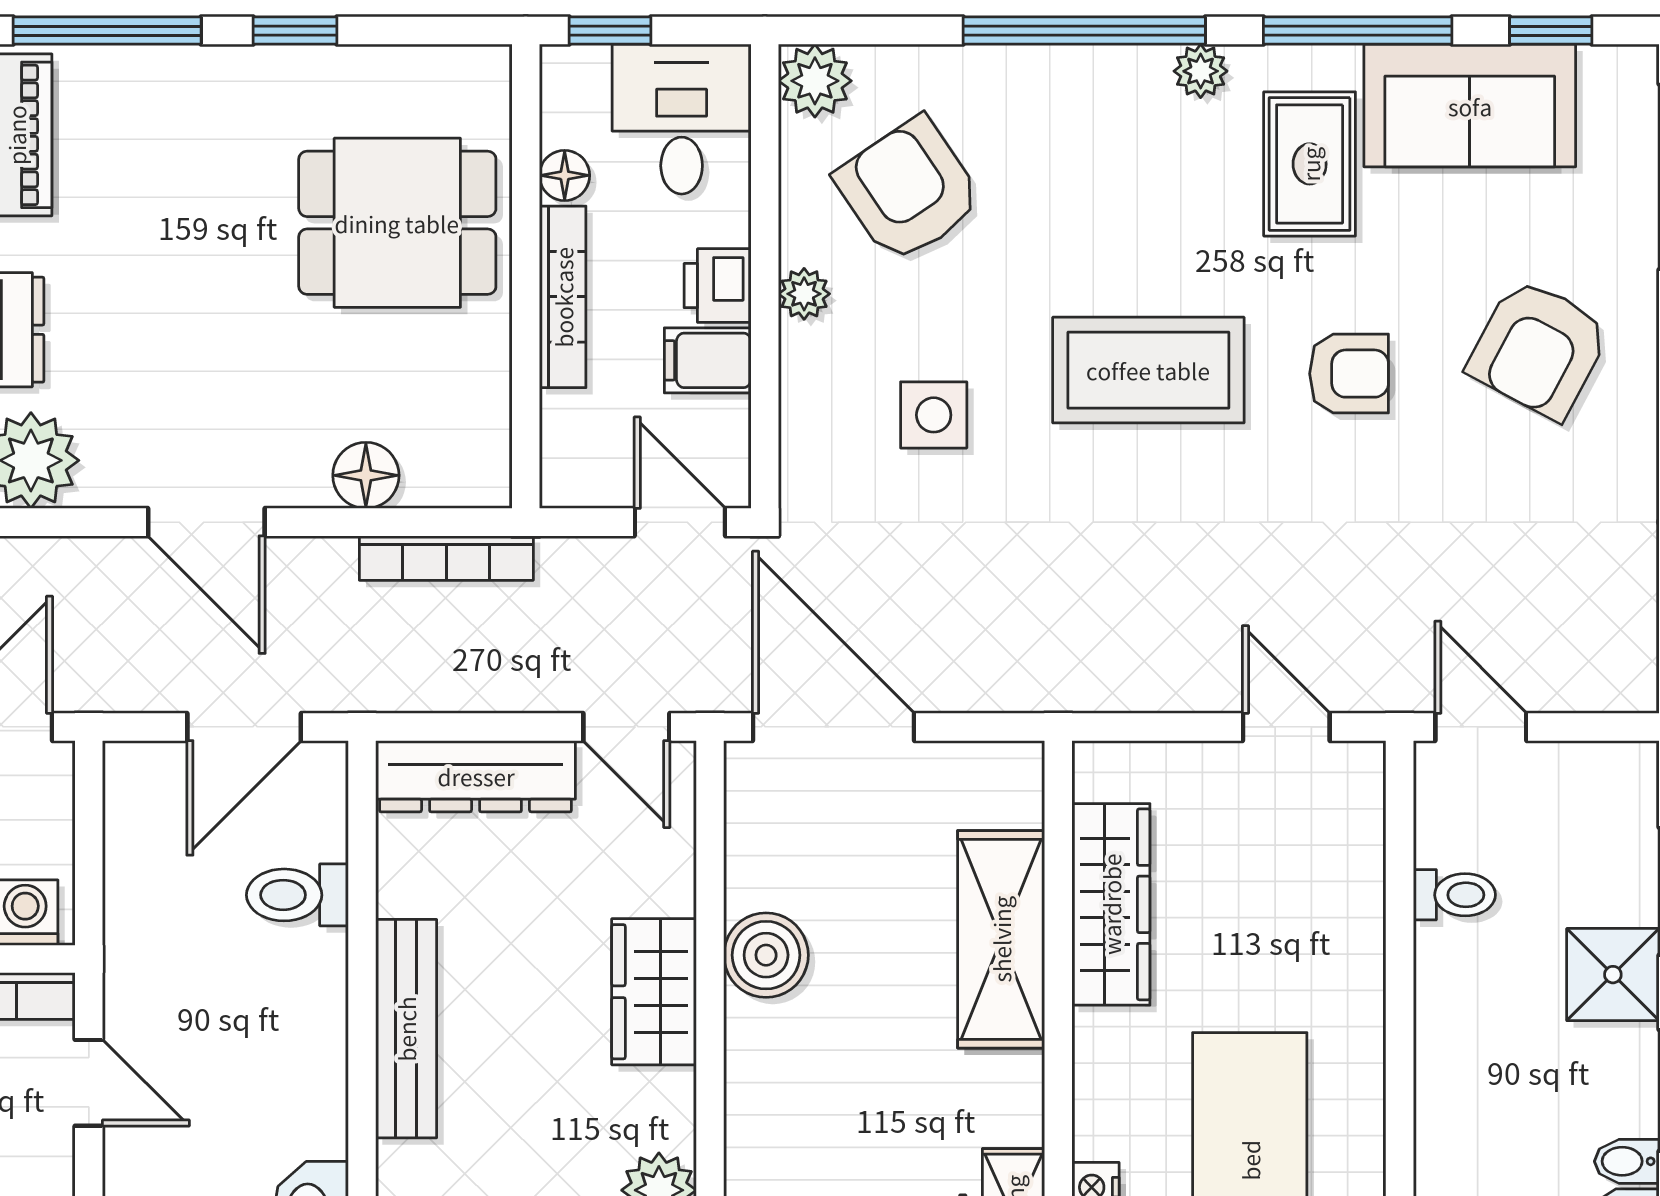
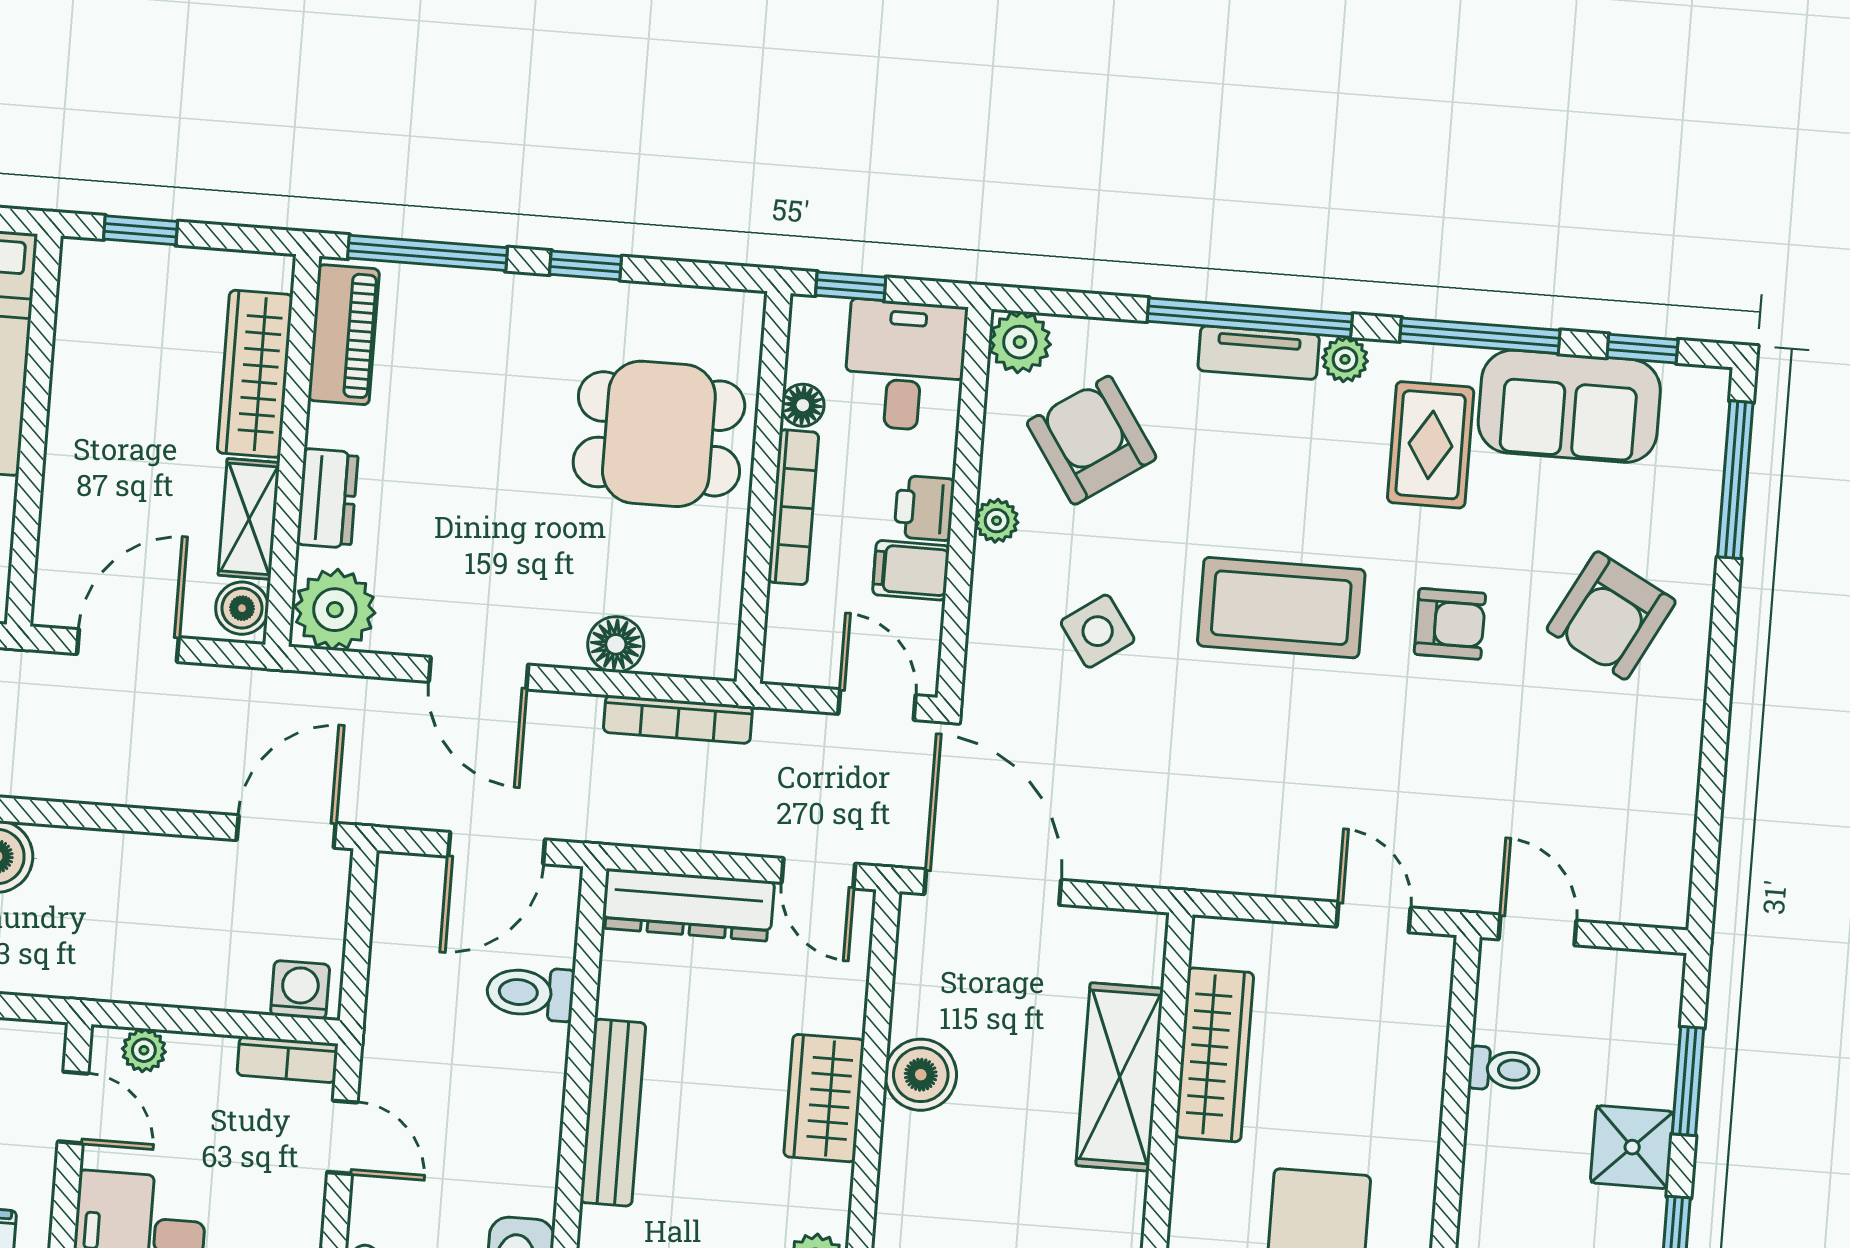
tv unit: (1098, 71) -> (1259, 353), added
side table: (934, 415) -> (1098, 631), turned -35

